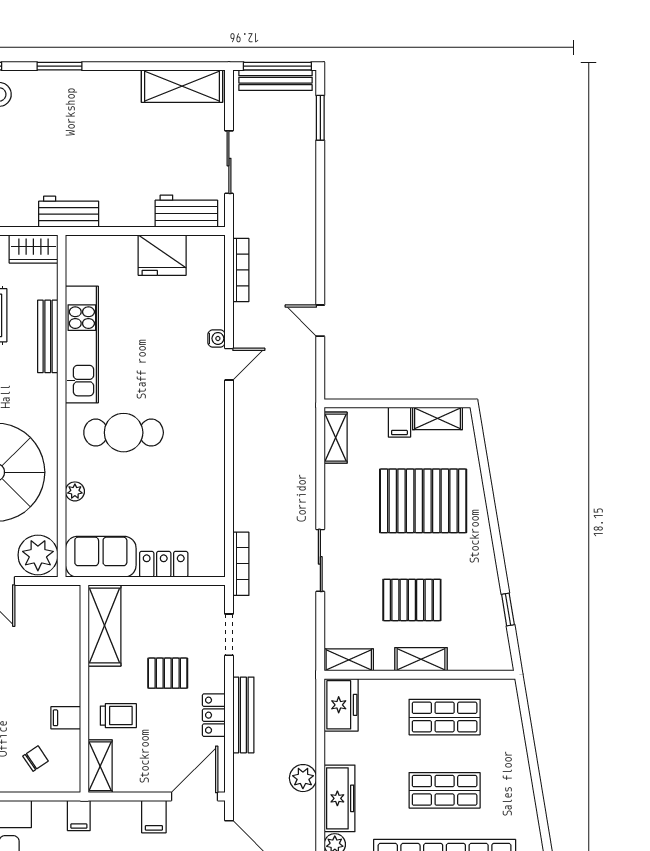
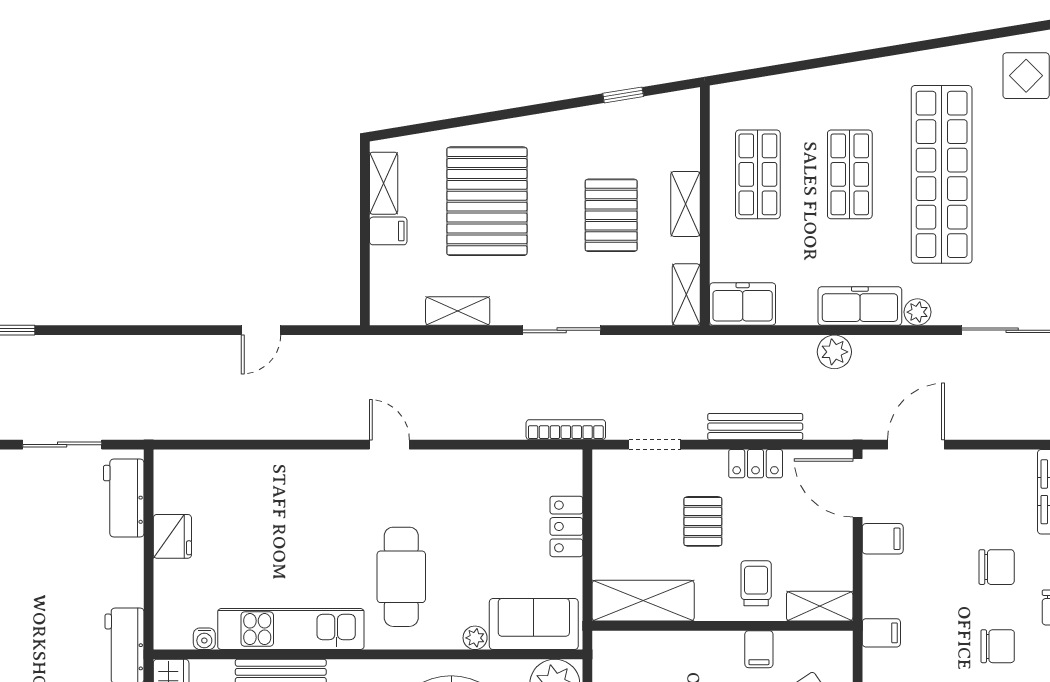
fridge: (162, 255) -> (172, 536), width x0.73, depth x0.75
bookcase: (241, 270) -> (197, 430), removed
water cooler: (217, 338) -> (204, 639), moved, turned 180
door: (229, 364) -> (389, 445), moved
shelving: (336, 438) -> (458, 311), moved
sofa: (101, 557) -> (534, 624), moved, turned 90

